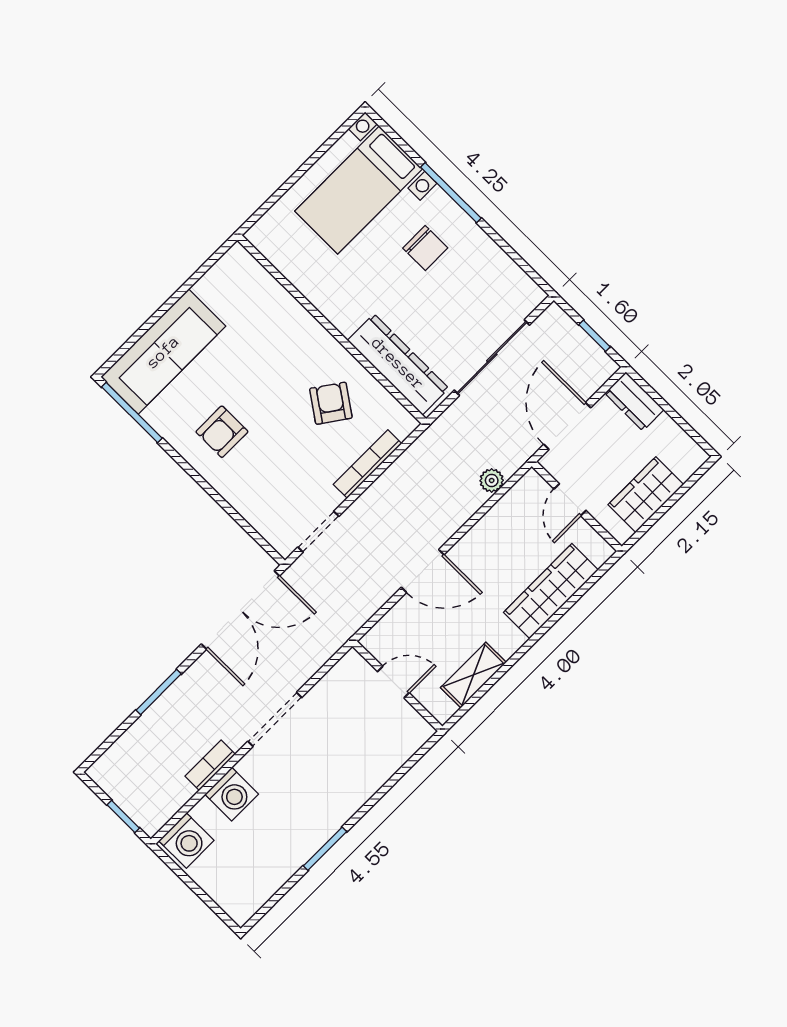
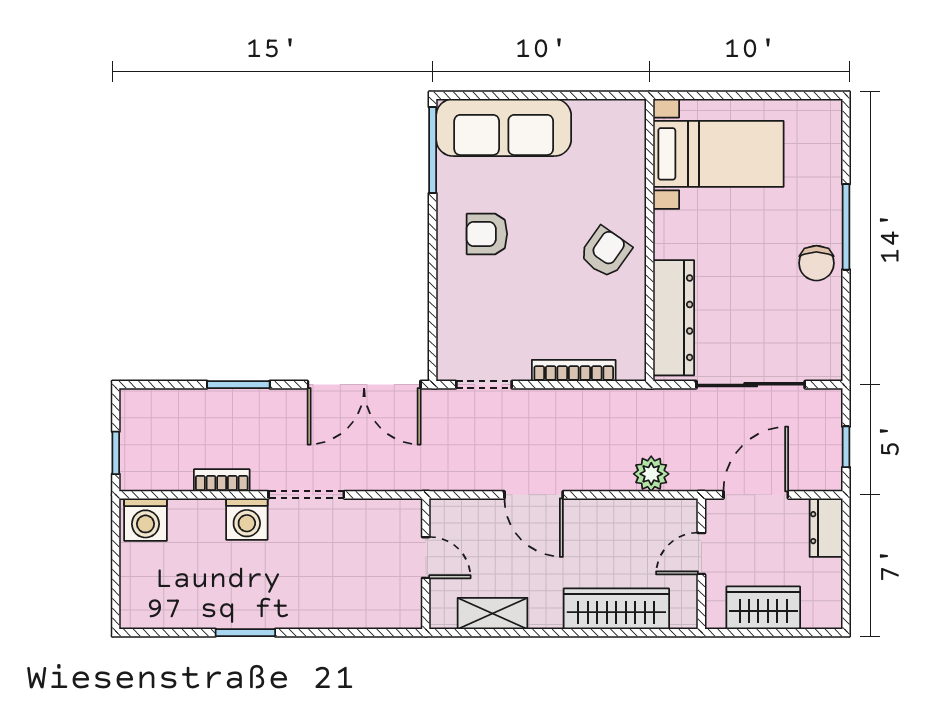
bed with nightstands: (359, 190) -> (718, 154), moved, turned 180
chair: (425, 248) -> (816, 263), moved
armchair: (331, 403) -> (605, 252), moved
plant: (492, 480) -> (651, 474), width x1.38, depth x1.38
washing machine: (232, 794) -> (247, 519), moved

